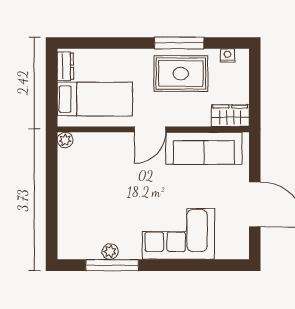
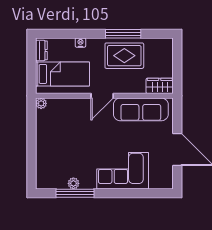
nightstand: (228, 55) -> (80, 43), moved

